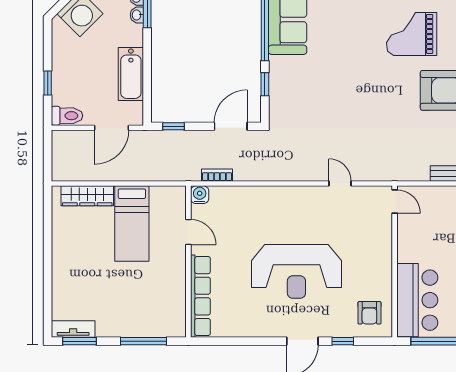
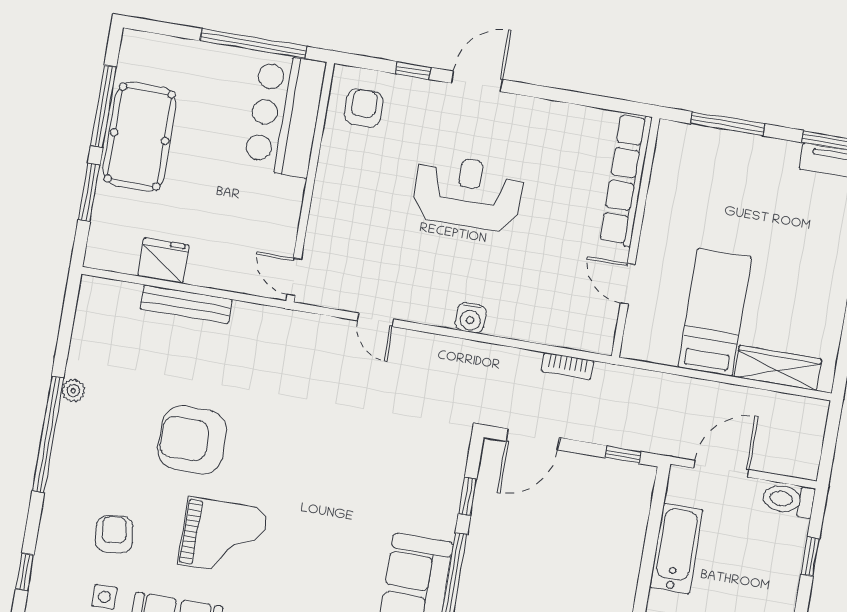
water cooler: (200, 195) -> (471, 318), moved
reception desk: (296, 271) -> (468, 193), width x0.74, depth x0.77

